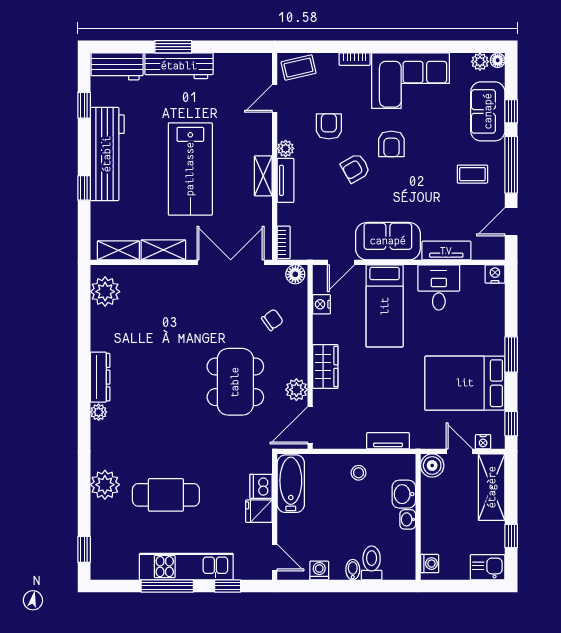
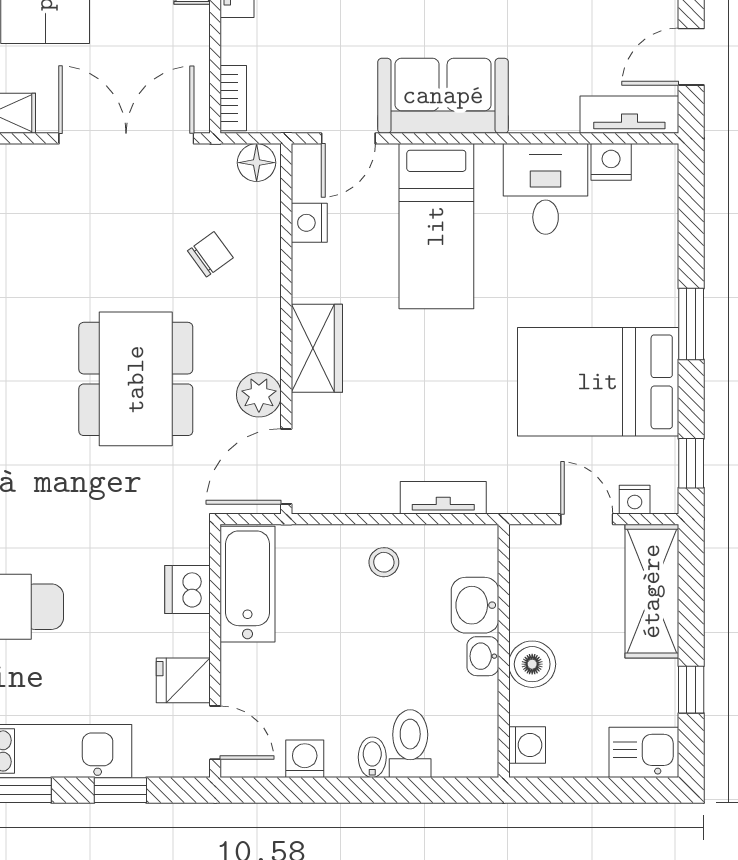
tv unit: (446, 251) -> (629, 115), moved
nightstand: (495, 274) -> (611, 162), moved
boiler: (432, 465) -> (532, 664), moved
fridge: (259, 511) -> (183, 680), moved

